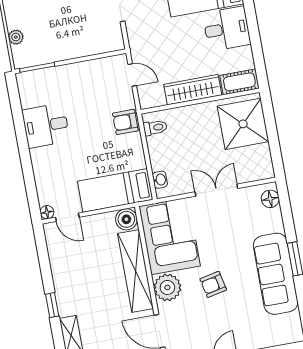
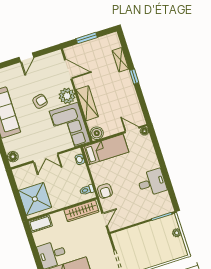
door: (132, 75) -> (105, 219), swing flipped
wardrobe: (193, 90) -> (81, 211), moved
armchair: (125, 122) -> (105, 191), turned 90
shelving: (135, 271) -> (87, 103), width x0.68

